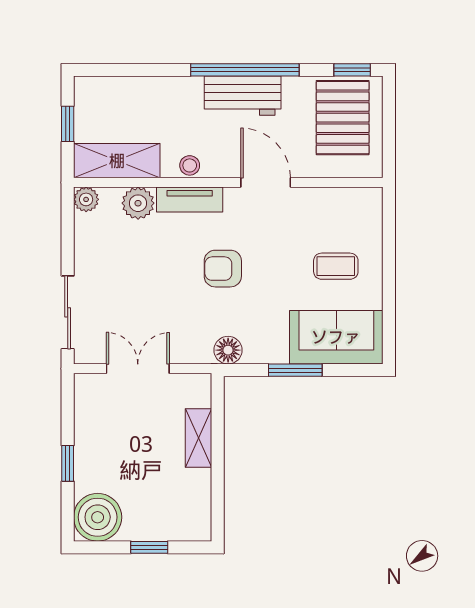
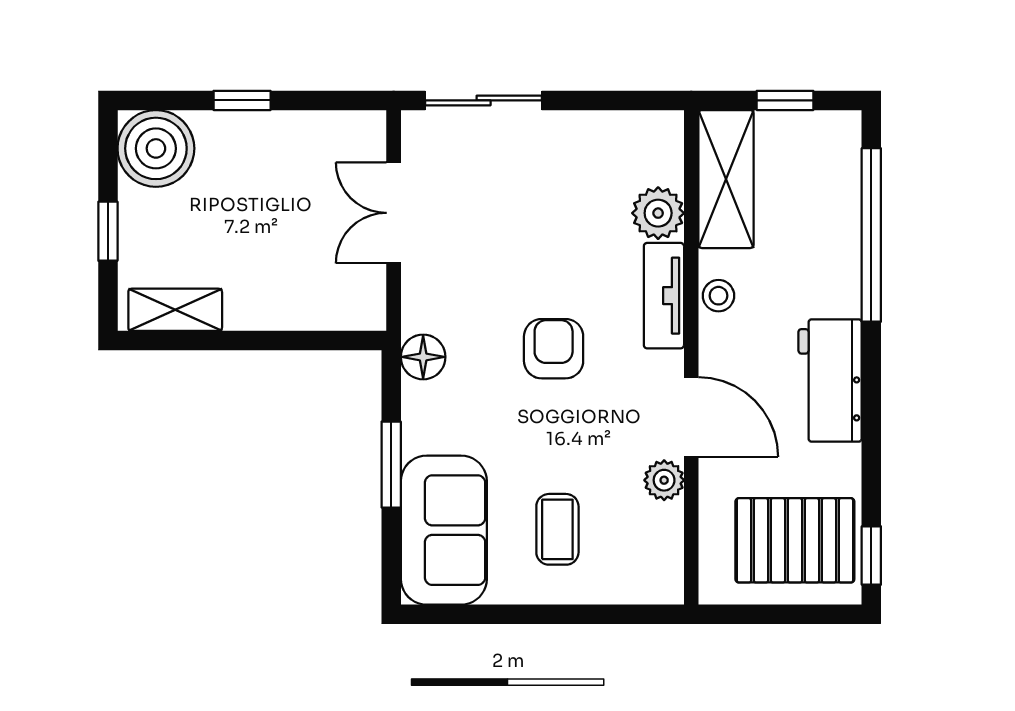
window: (245, 70) -> (871, 235), moved
door: (266, 182) -> (691, 417), hinge flipped
plant: (86, 199) -> (664, 480), moved
double door: (138, 369) -> (394, 213), swing flipped
shelving: (198, 438) -> (175, 310), moved

